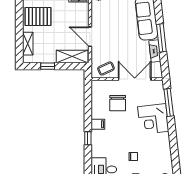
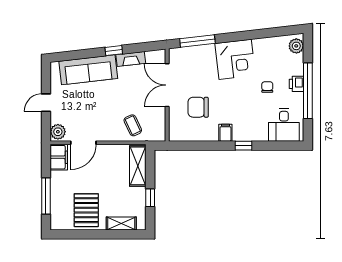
door: (90, 37) -> (83, 143), moved
window: (161, 38) -> (114, 51), width x0.46
coffee table: (106, 69) -> (133, 125), moved
chair: (118, 103) -> (198, 107), turned 180
corner desk: (153, 119) -> (235, 59), moved

